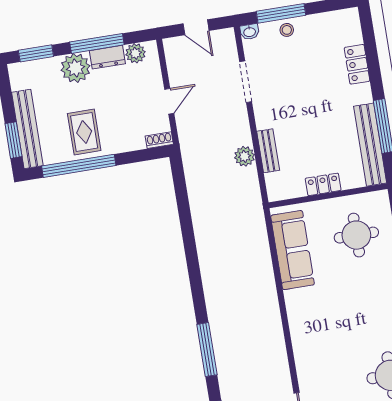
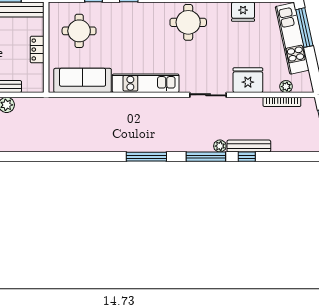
kitchen unit: (302, 333) -> (146, 83), added

